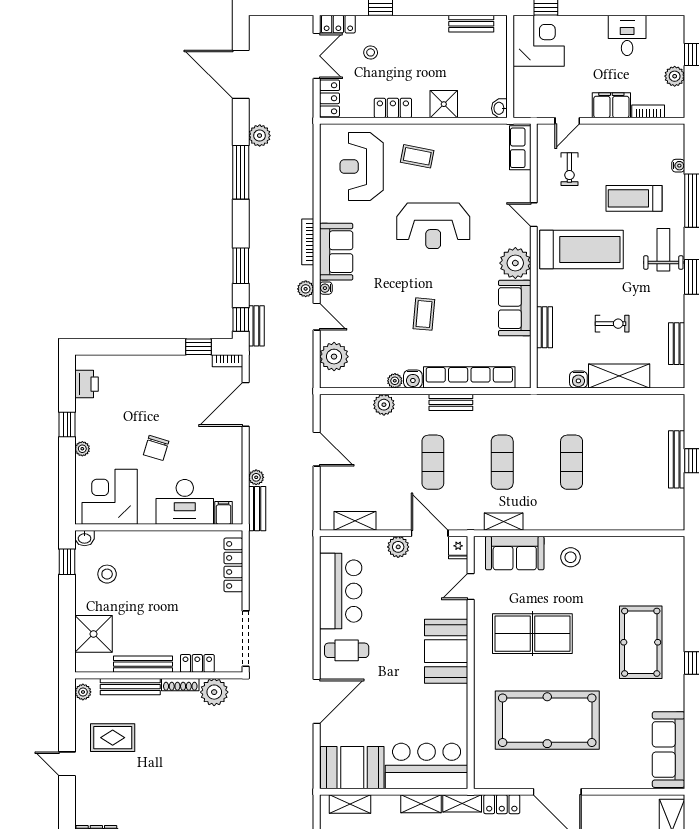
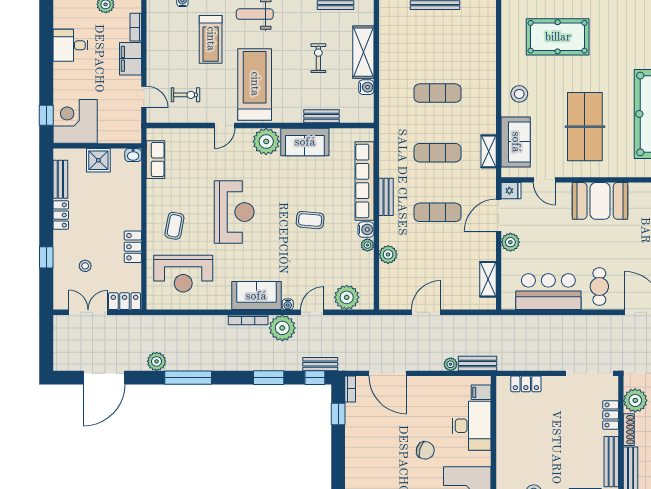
locker: (338, 24) -> (61, 215), moved
shower: (444, 104) -> (98, 160), moved
row of seats: (520, 148) -> (155, 160), moved, turned -90
plant: (306, 289) -> (282, 328), width x1.88, depth x1.88
locker: (233, 565) -> (526, 384), width x0.66
pool table: (641, 642) -> (558, 37), moved

